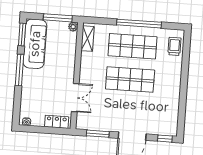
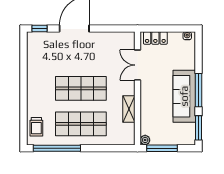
window: (139, 24) -> (57, 148), moved
shelving: (88, 39) -> (129, 109), moved
sofa: (35, 44) -> (184, 96), moved
window: (98, 134) -> (111, 29), removed

